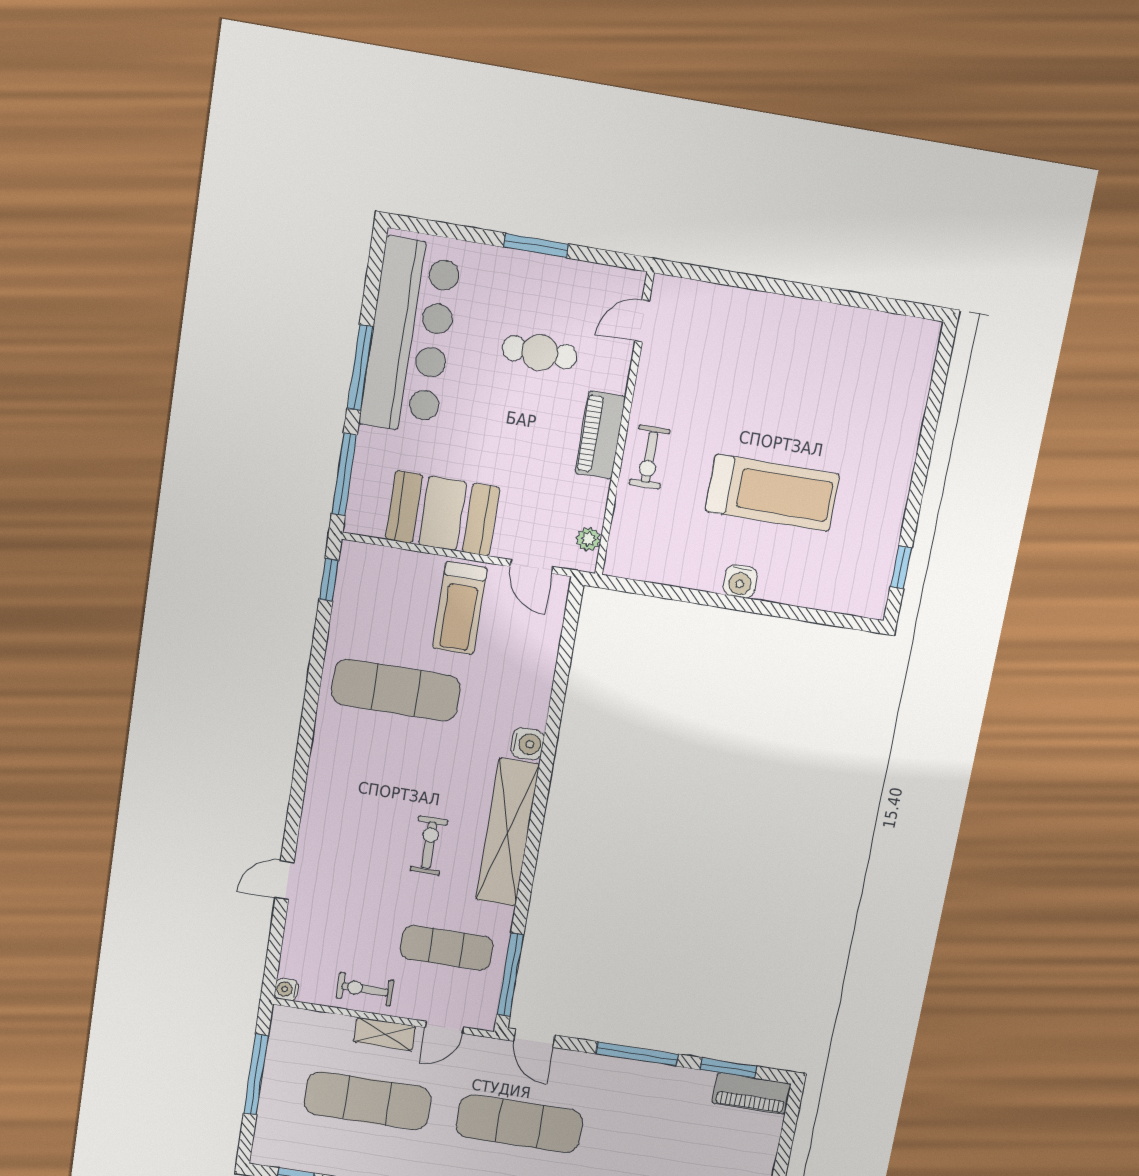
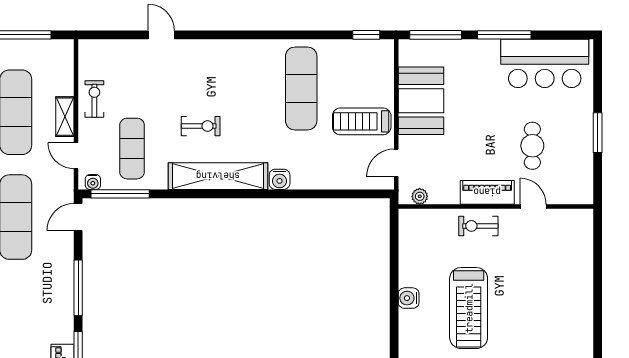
door: (642, 321) -> (533, 207), moved
bar counter: (410, 337) -> (545, 63), width x0.73
water cooler: (286, 989) -> (93, 182), moved, turned 180

